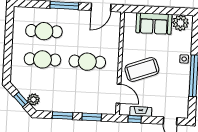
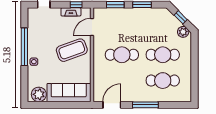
sofa: (154, 24) -> (69, 93), width x1.36
door: (118, 94) -> (92, 27), hinge flipped
plant: (33, 99) -> (183, 32), moved

